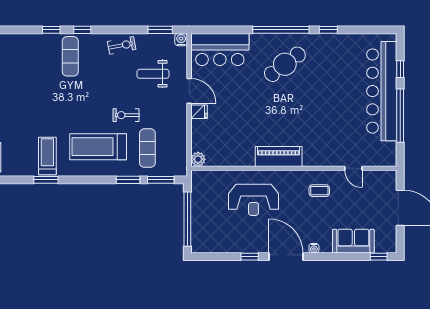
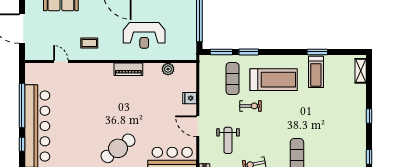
weight bench: (153, 74) -> (228, 140), turned 90
fridge: (199, 112) -> (190, 98), moved
piano: (279, 157) -> (128, 69), width x0.73, depth x0.75
plant: (198, 159) -> (168, 69), moved
reception desk: (253, 200) -> (144, 35), turned 180

